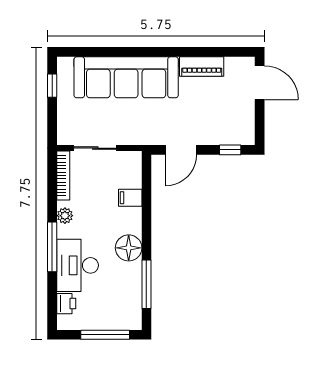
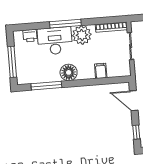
plant: (65, 216) -> (82, 35), width x1.88, depth x1.88

